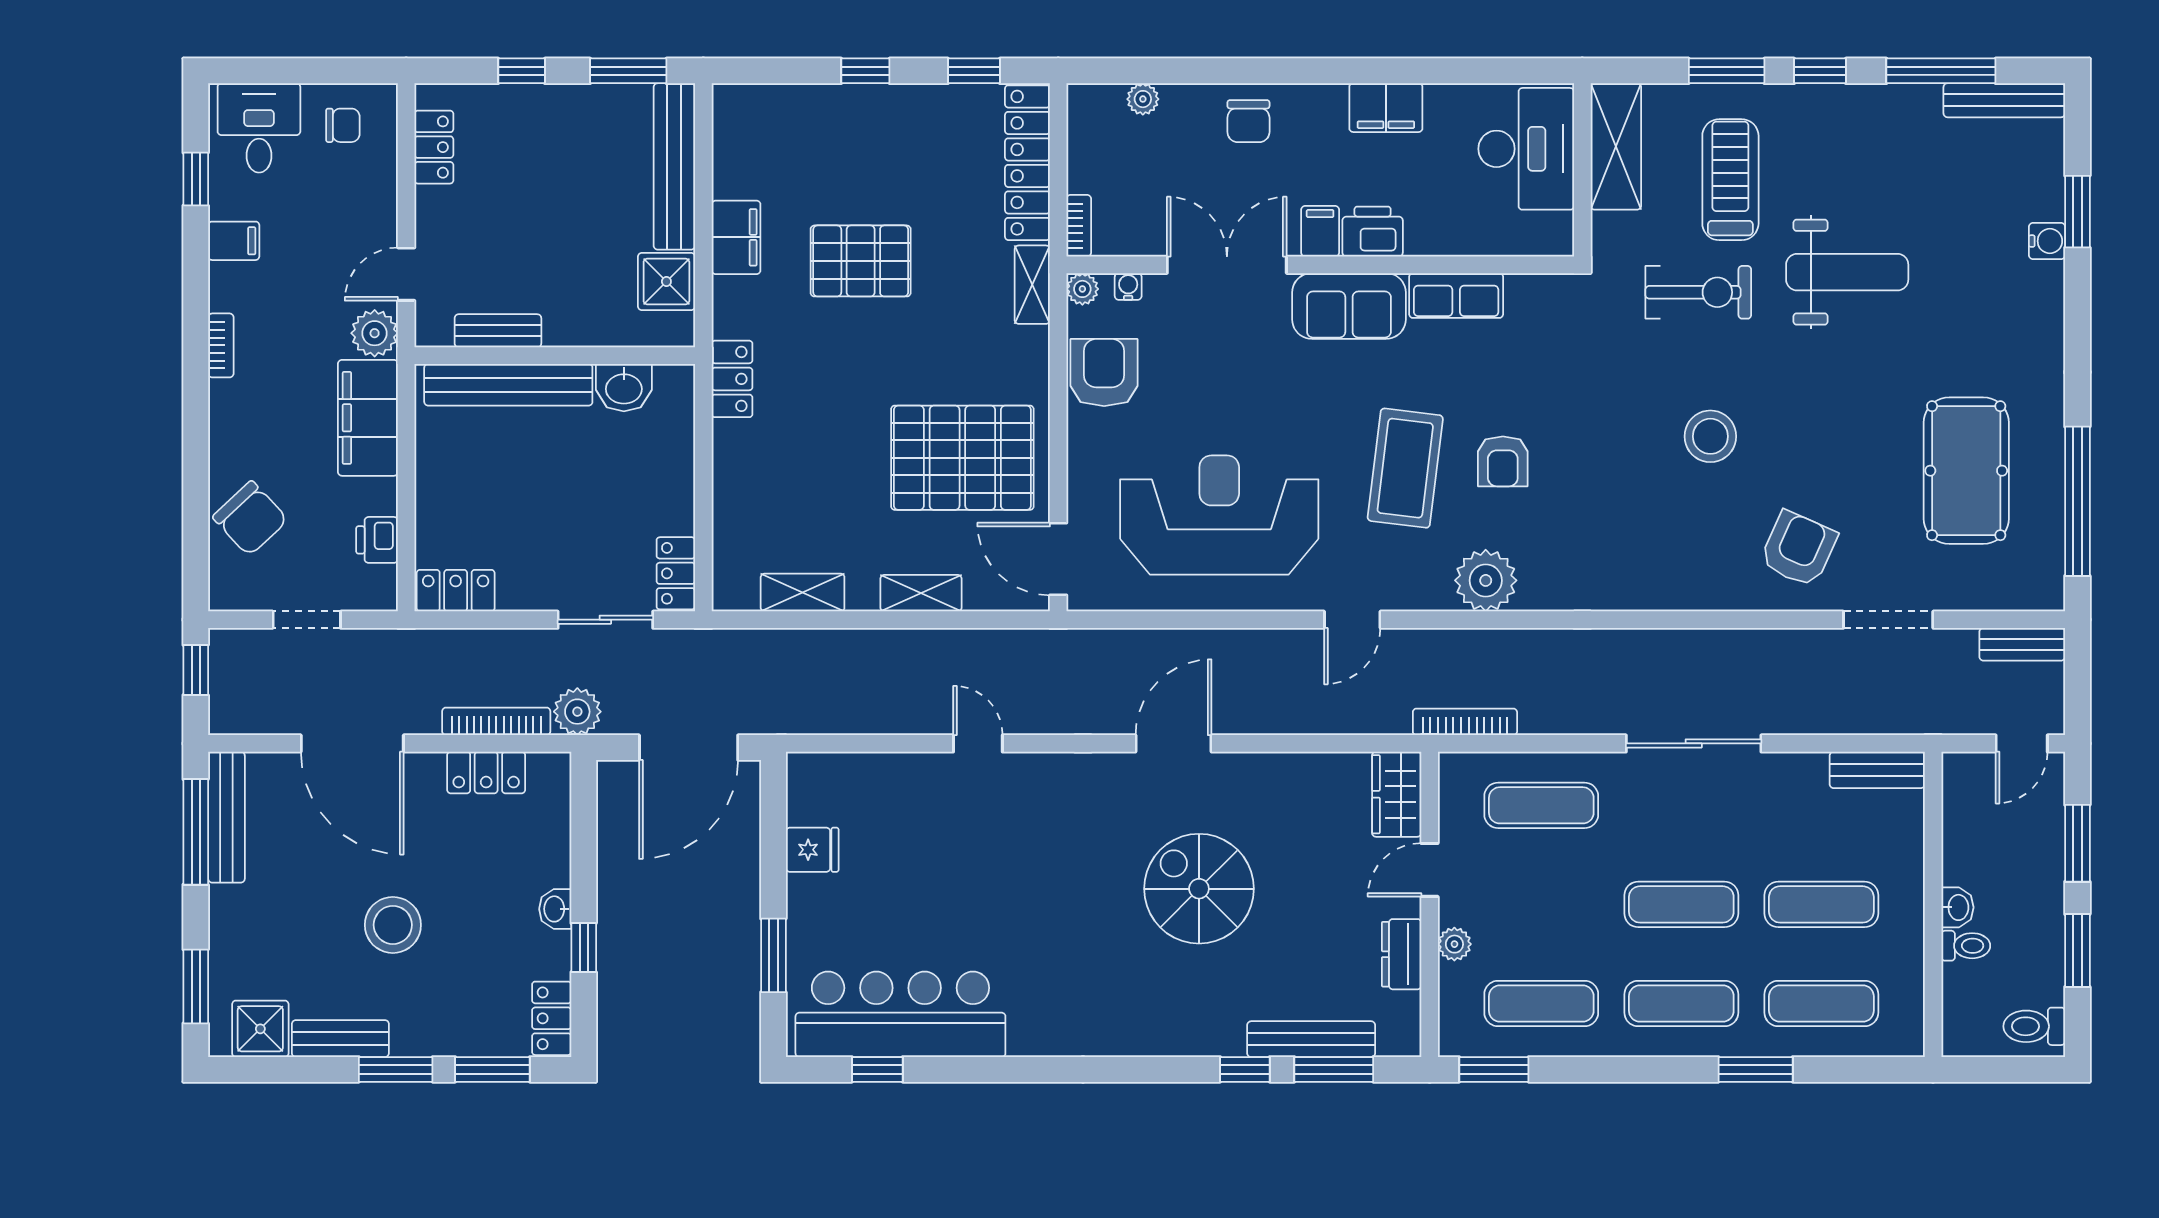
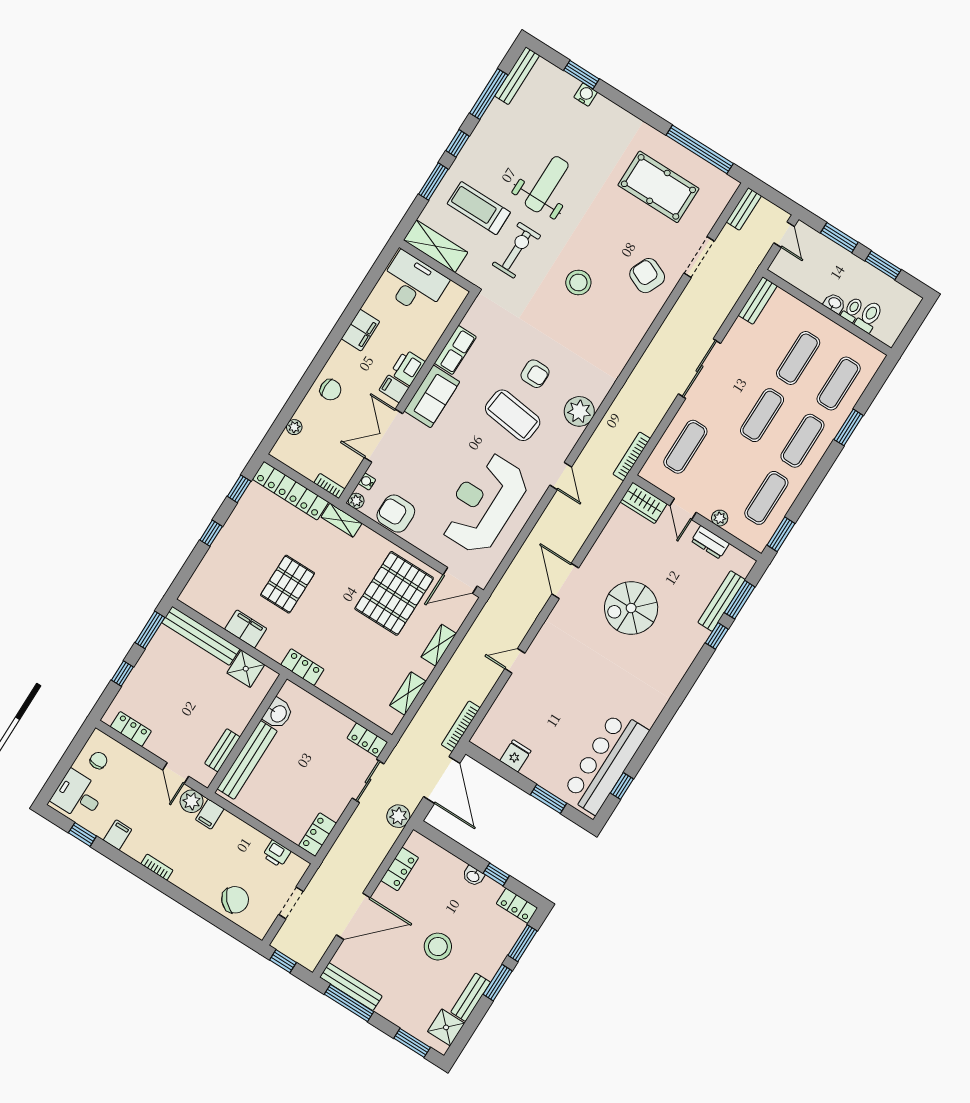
filing cabinet: (368, 418) -> (210, 814), width x0.33, depth x0.86
bookcase: (496, 721) -> (461, 726), moved
toilet: (2034, 1026) -> (869, 317), moved, turned 180

